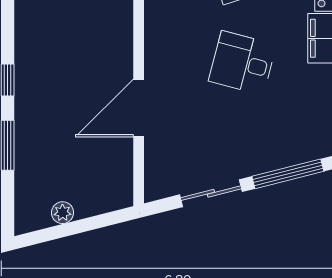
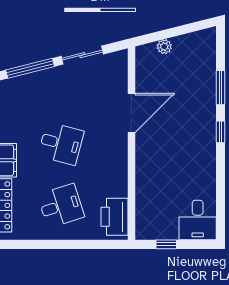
plant: (63, 213) -> (164, 47), moved

